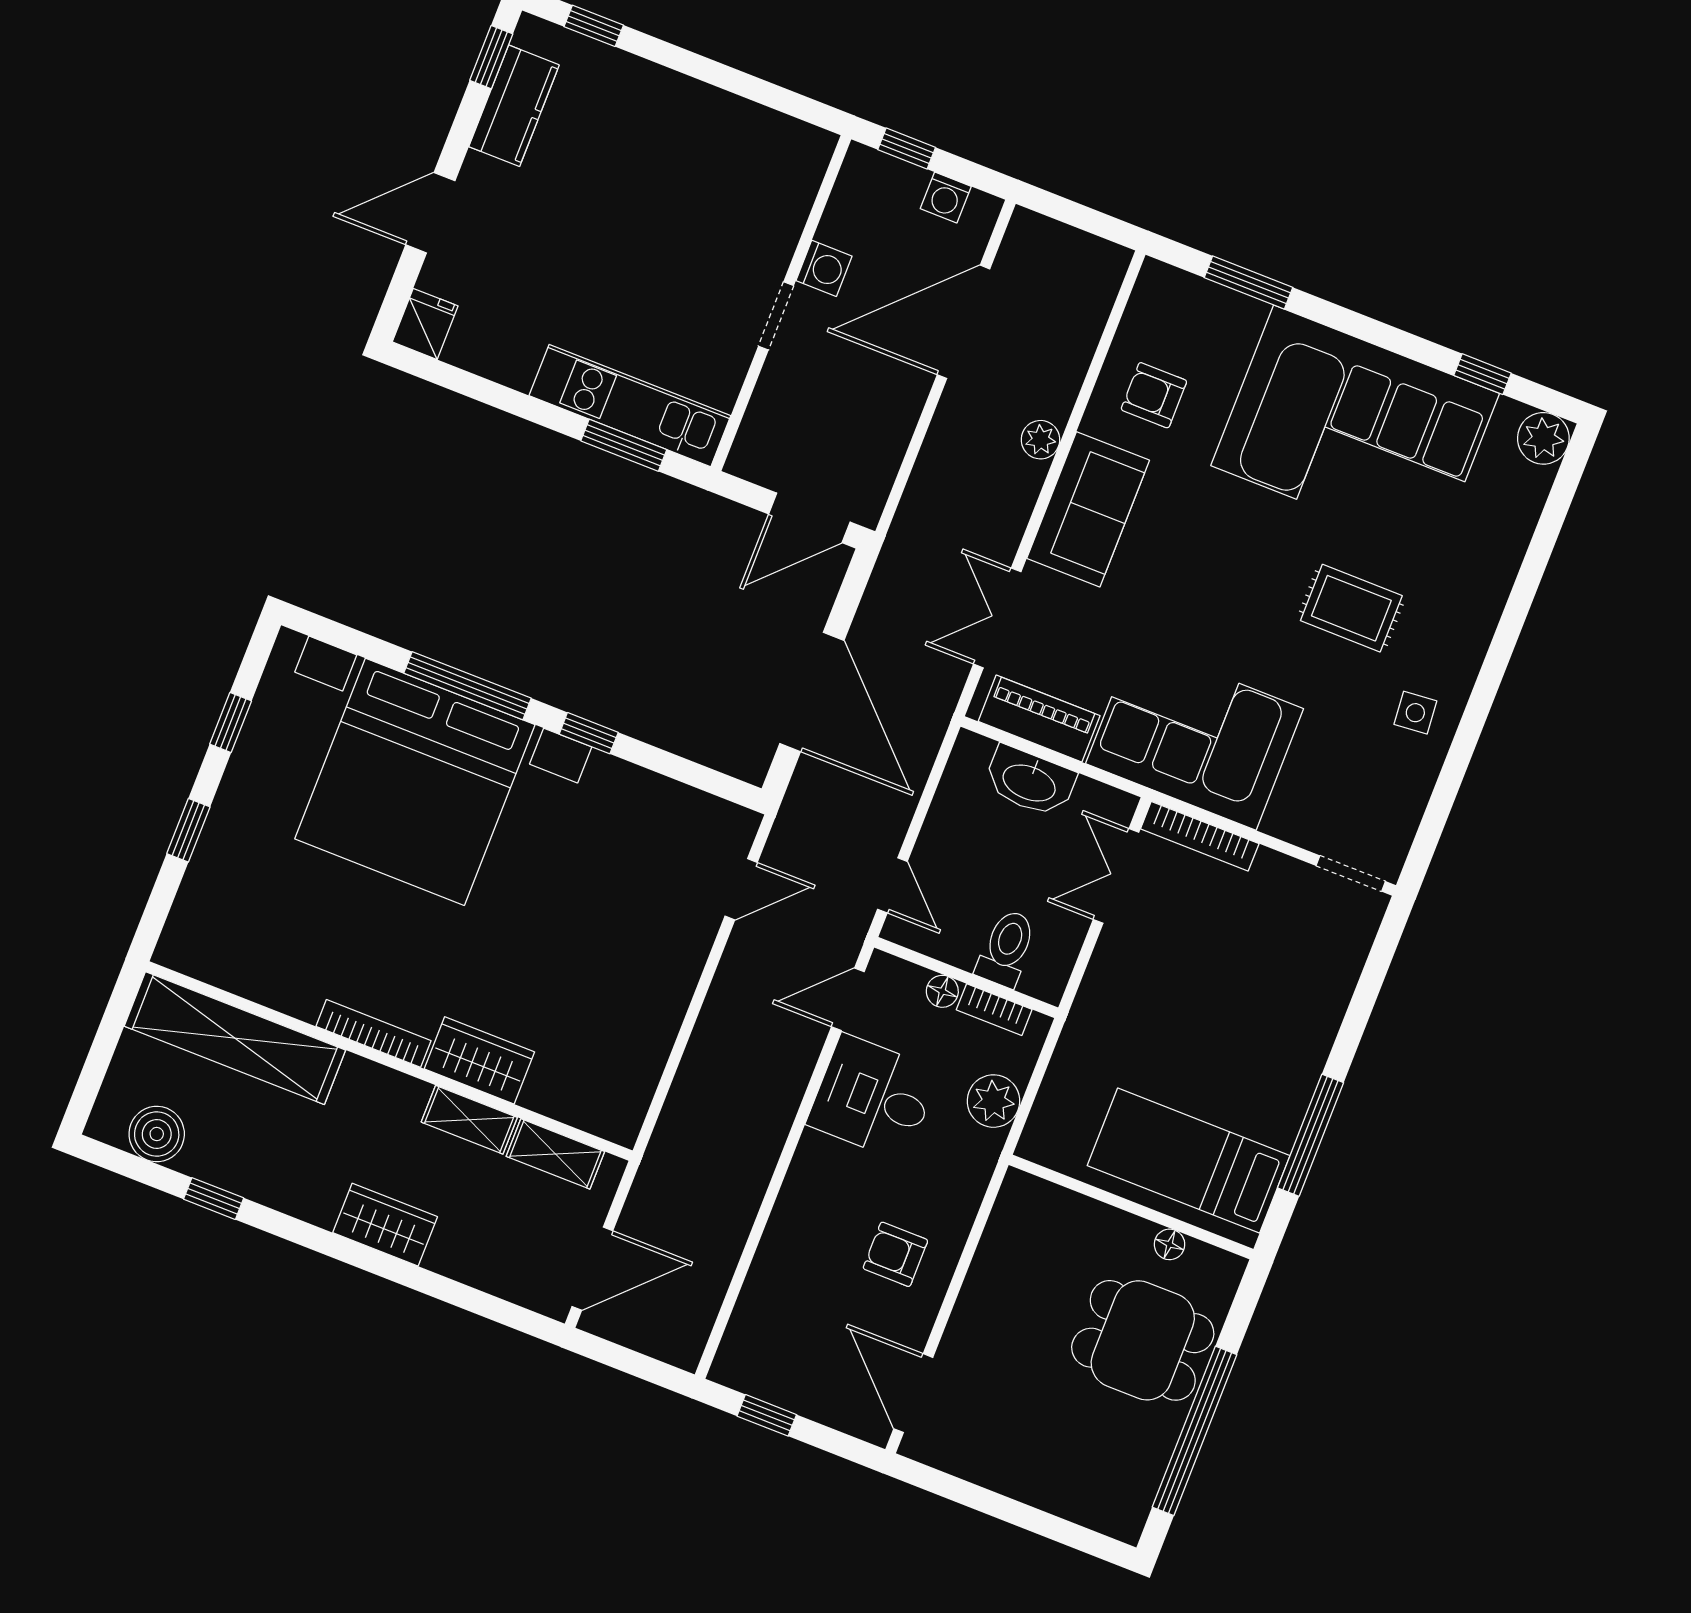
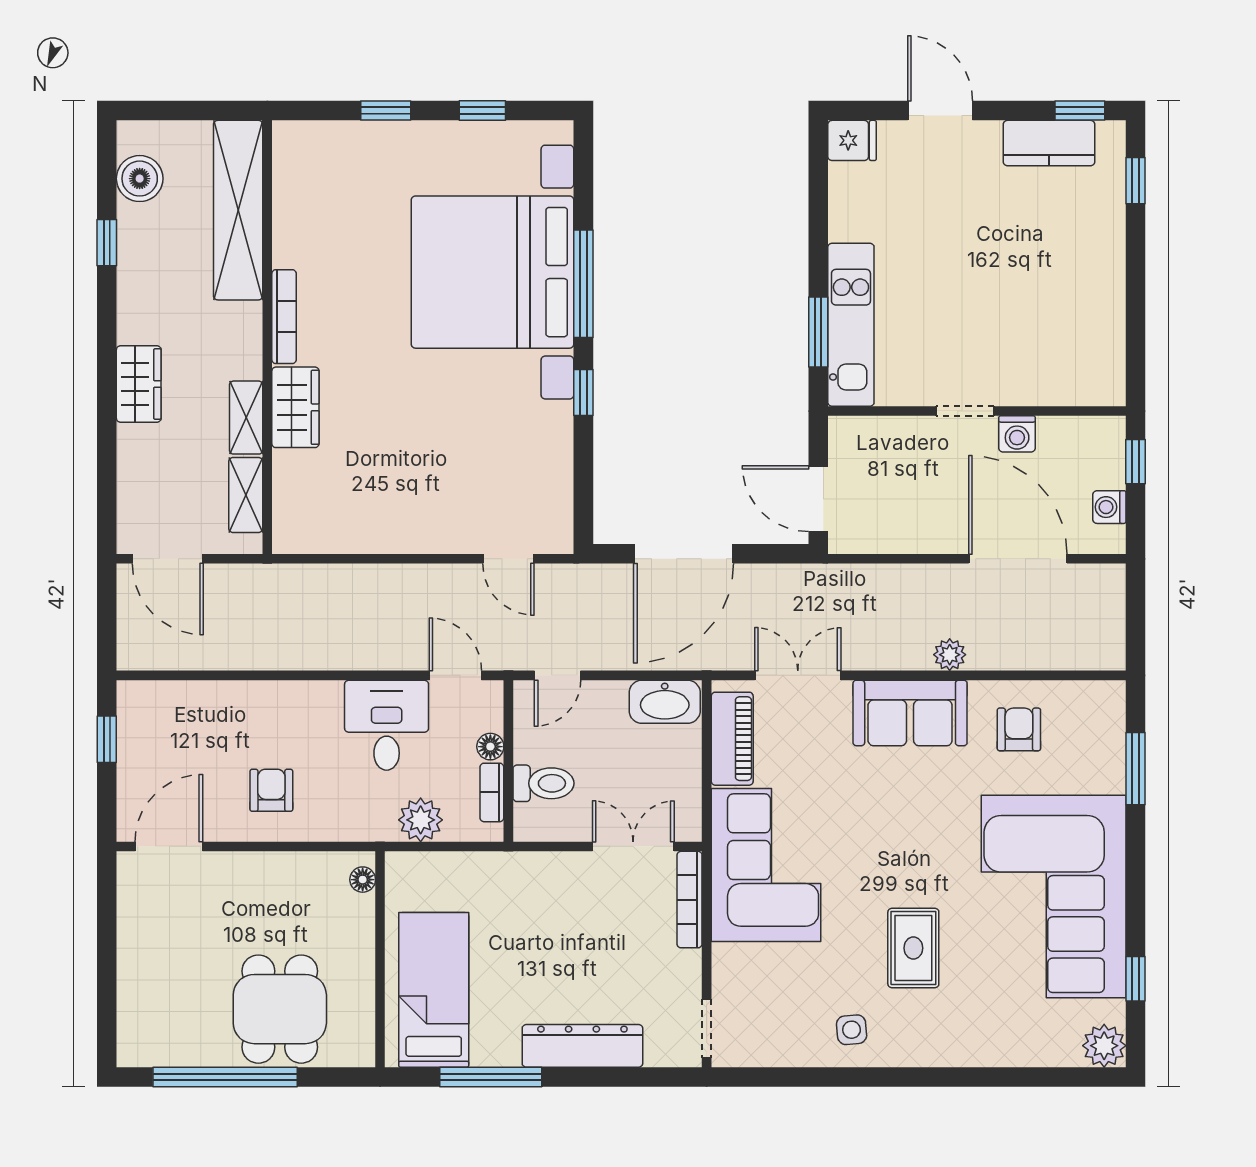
washbasin: (1030, 782) -> (665, 702), moved, turned -90
dresser: (1316, 1019) -> (582, 1046), added
floor lamp: (1170, 1244) -> (363, 880), moved

